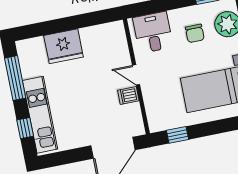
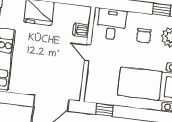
dishwasher: (128, 95) -> (81, 30), moved

